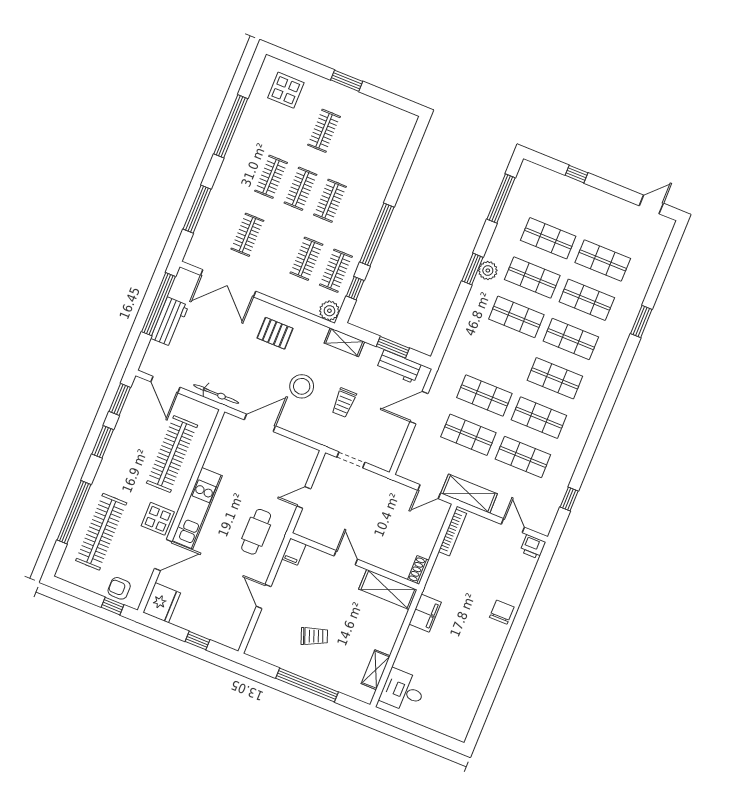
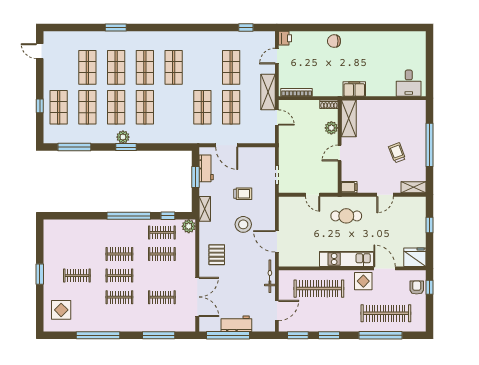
shop shelf: (539, 418) -> (59, 107), moved
plant: (385, 560) -> (331, 128), added
armchair: (119, 588) -> (417, 288), turned 180
shelving: (376, 670) -> (414, 187), moved

